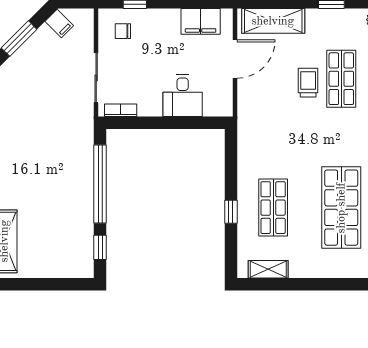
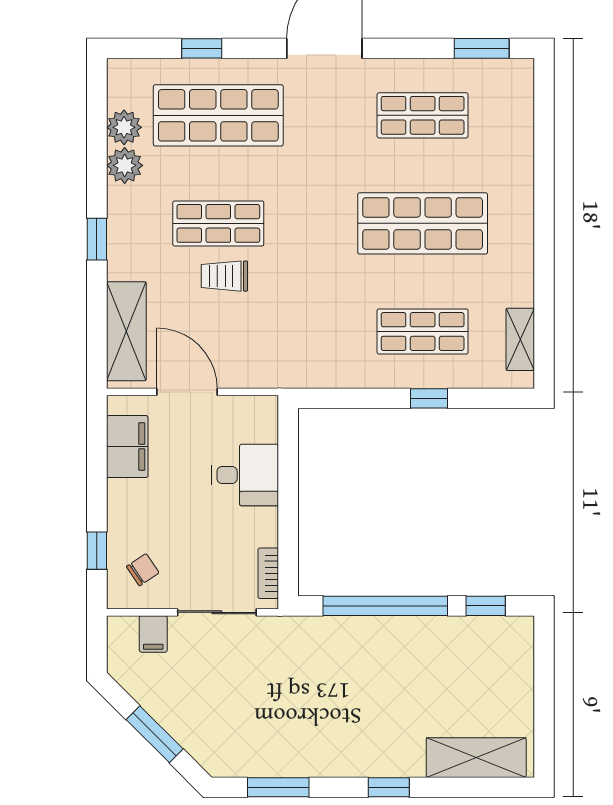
filing cabinet: (59, 23) -> (153, 634), moved, turned 135
chair: (123, 31) -> (143, 570), turned -124

